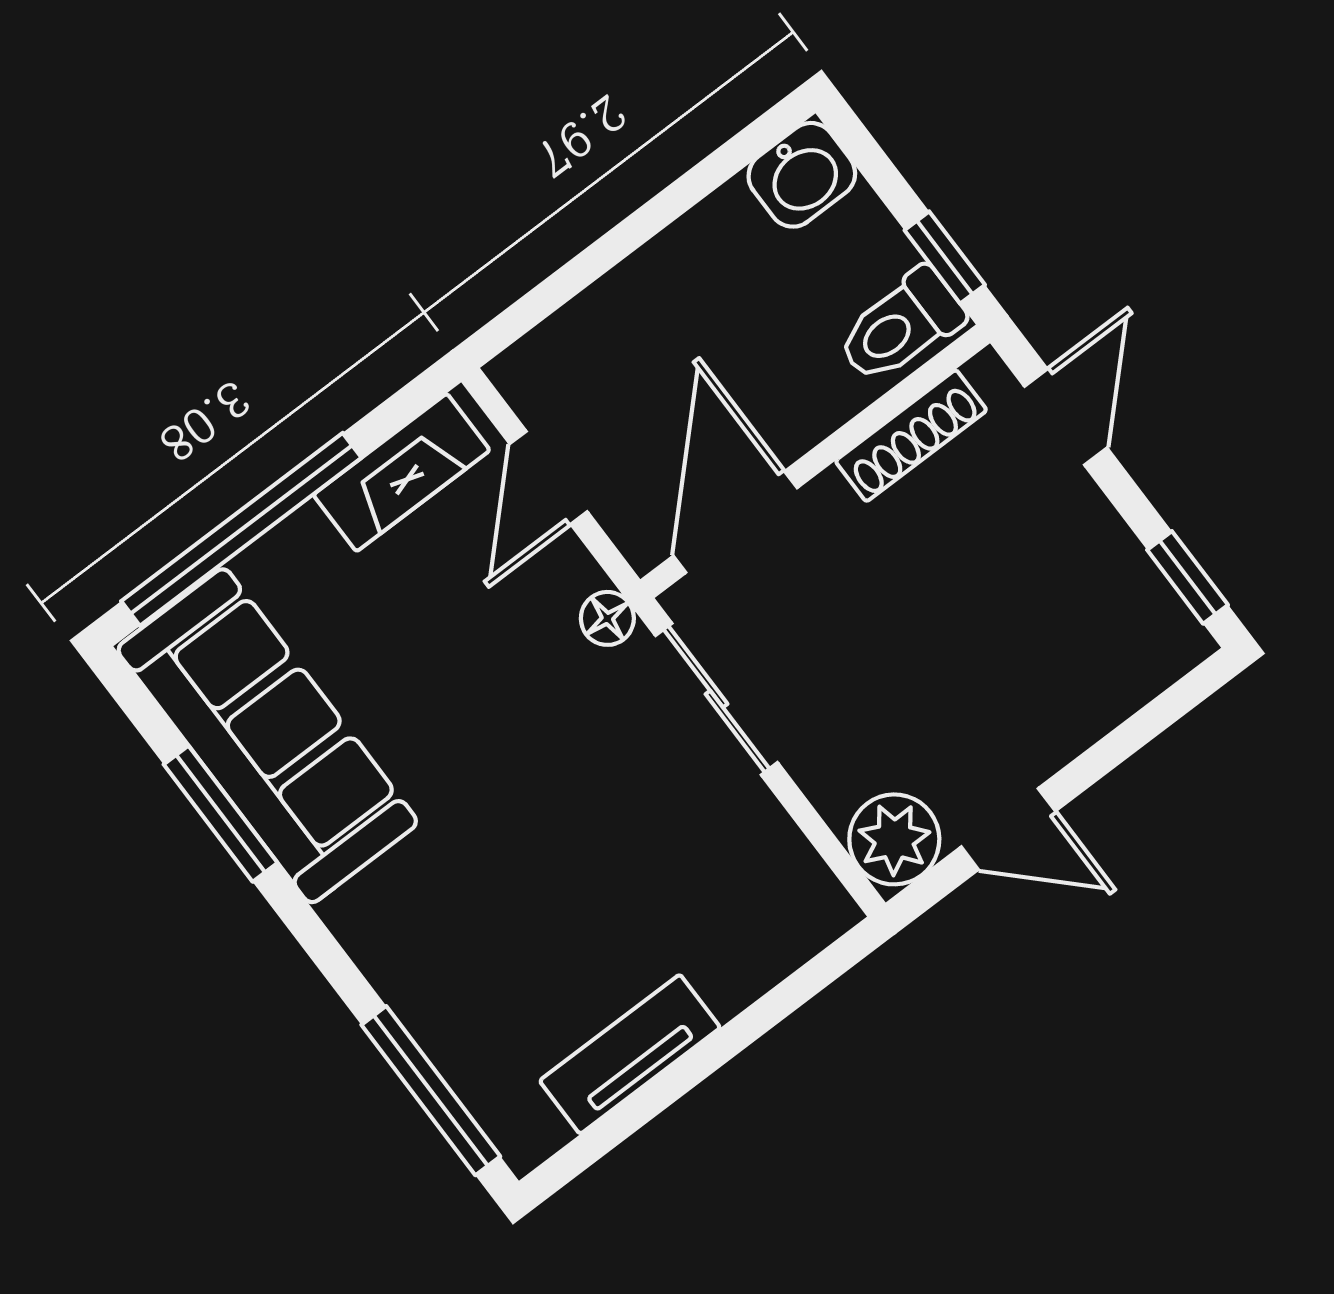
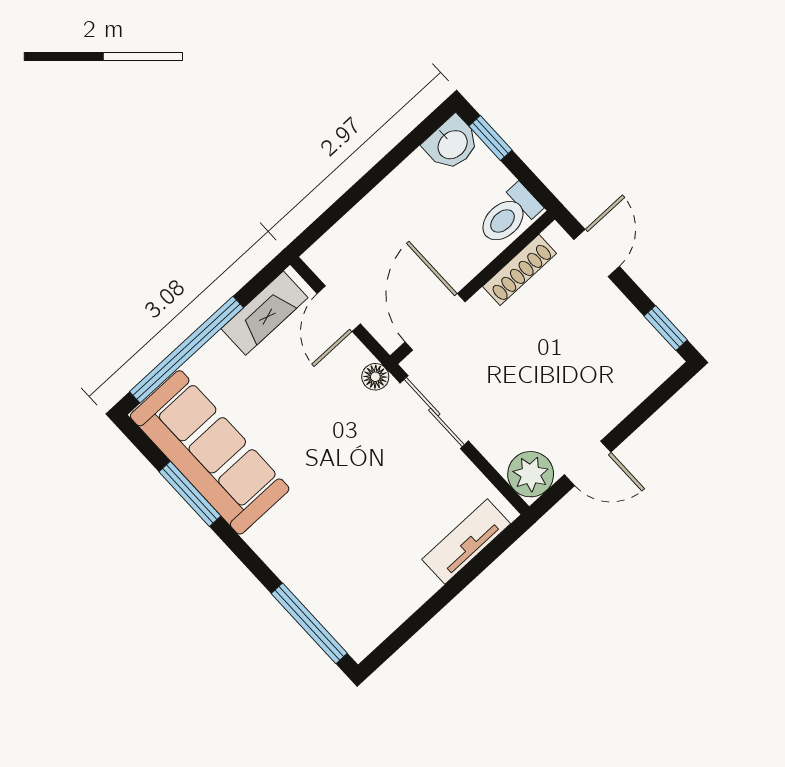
window: (945, 258) -> (490, 138), moved
tv unit: (630, 1054) -> (466, 541), moved

